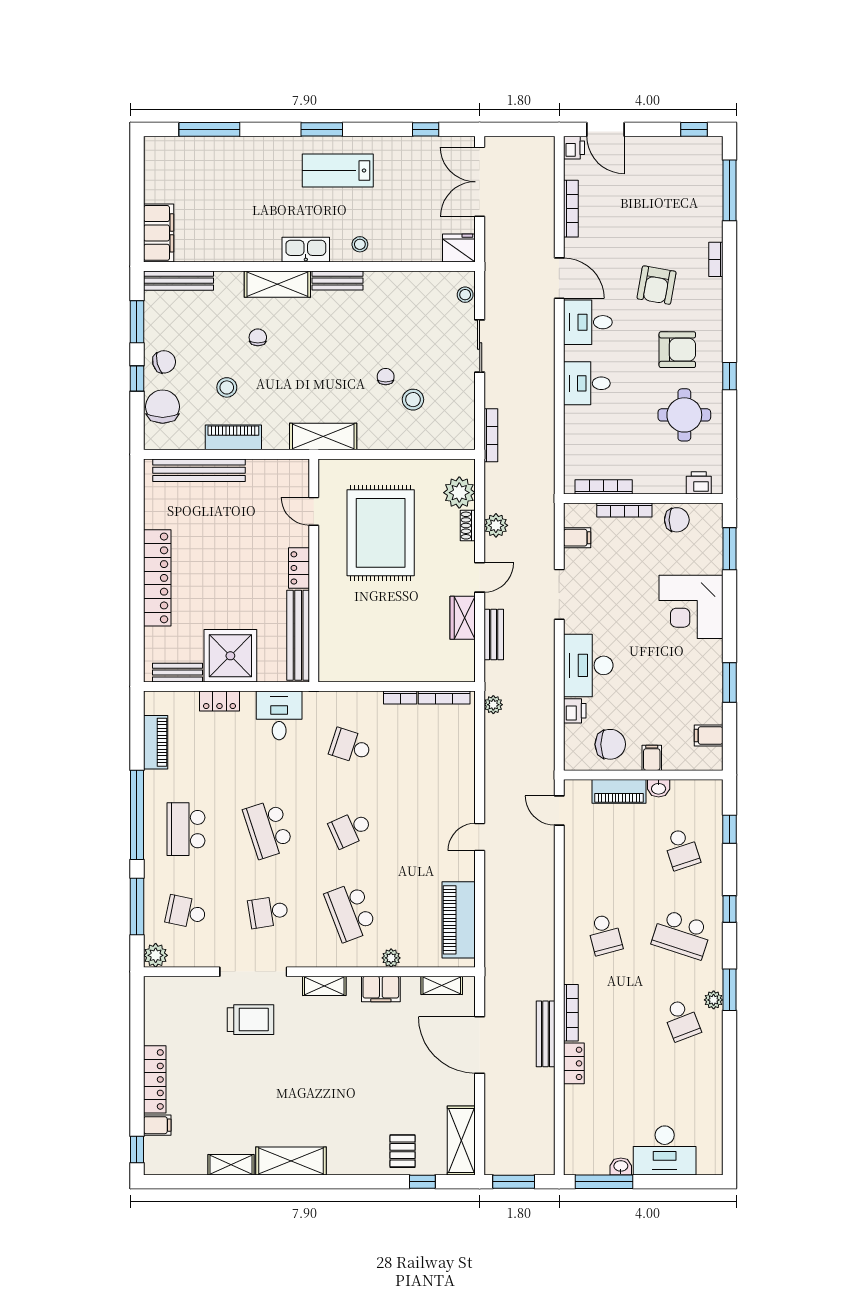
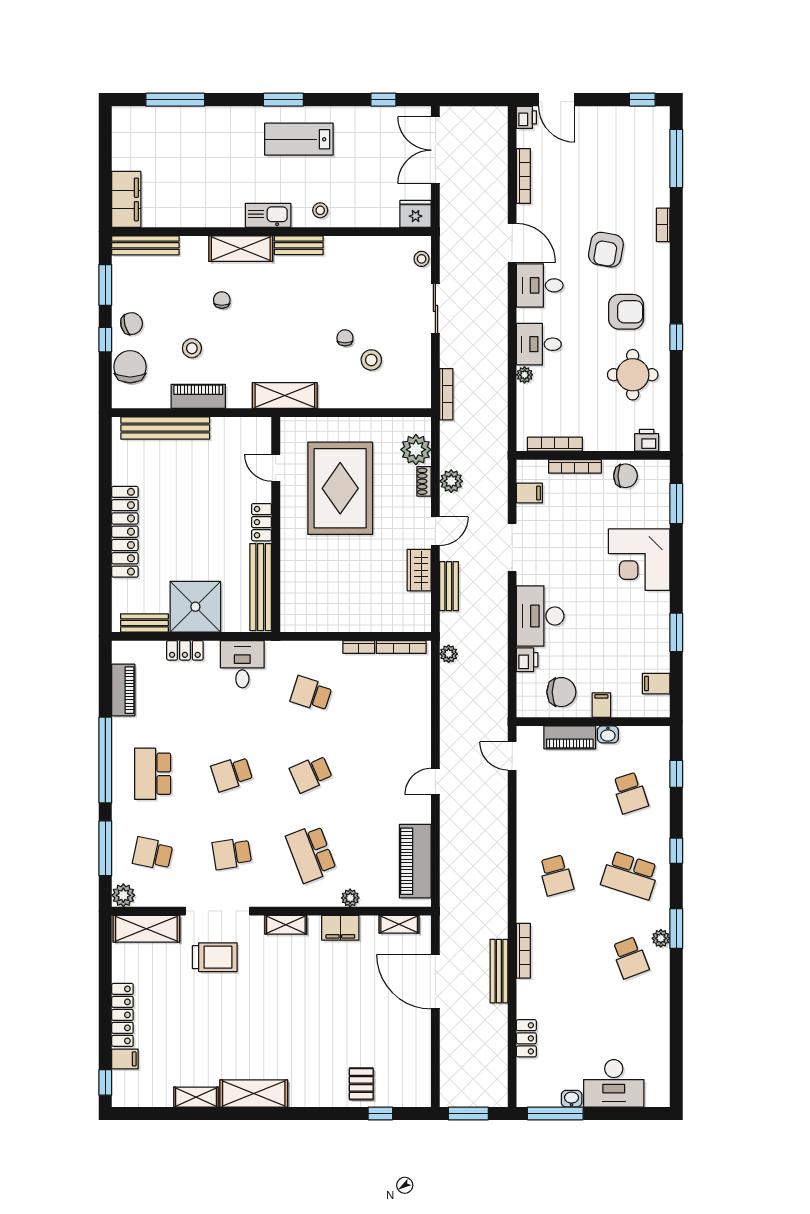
plant: (572, 415) -> (525, 375), added
school desk: (268, 829) -> (232, 774), width x0.54
locker: (574, 1063) -> (526, 1038), moved
shelving: (461, 1140) -> (146, 929), moved, turned 90

